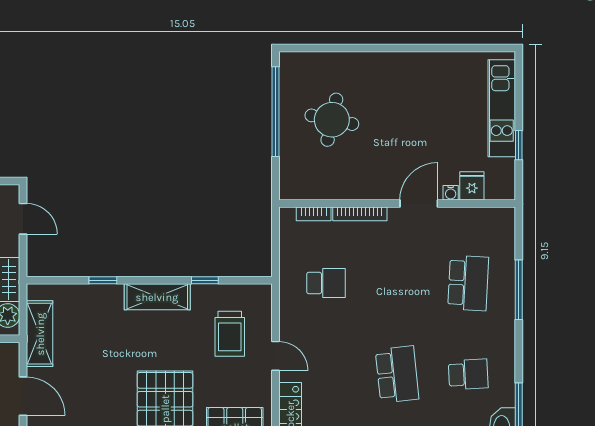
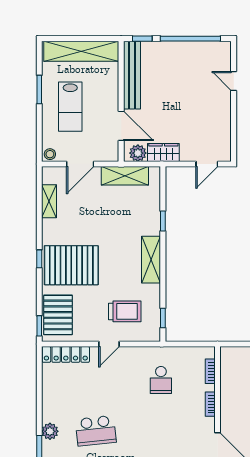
bookcase: (360, 214) -> (210, 404), width x0.64
window: (205, 280) -> (163, 318), moved
trolley: (230, 334) -> (125, 311), turned 180

